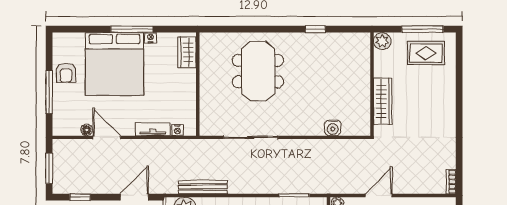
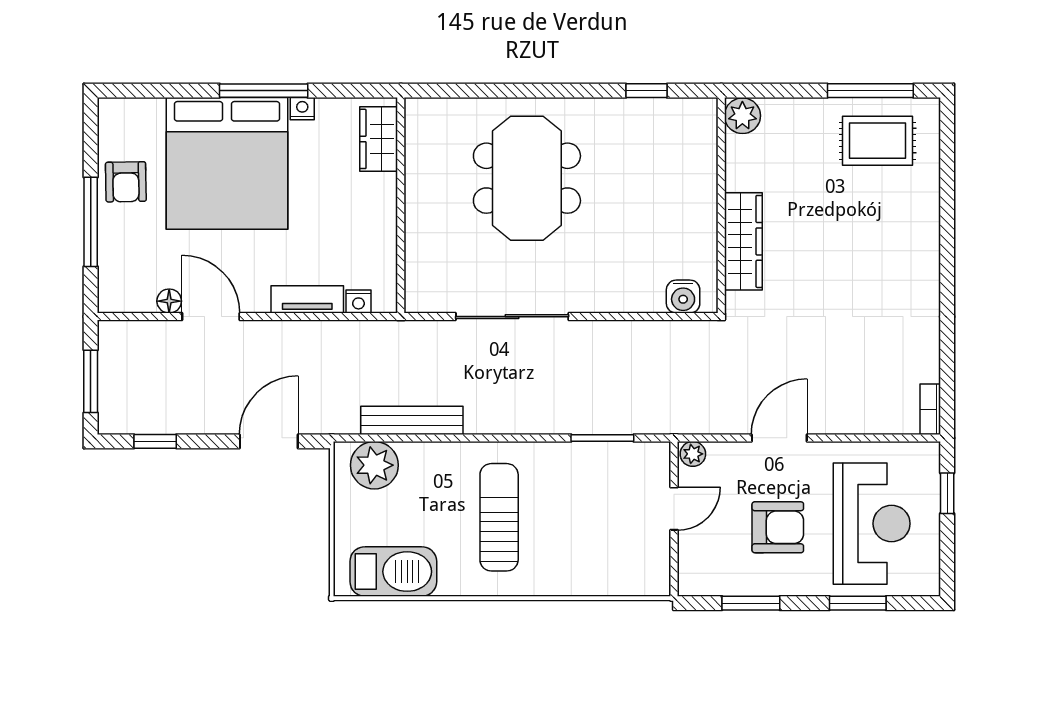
plant: (382, 41) -> (742, 116), moved
wall: (372, 84) -> (721, 205), moved
wardrobe: (383, 101) -> (743, 241), moved

